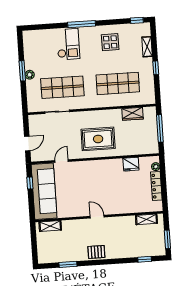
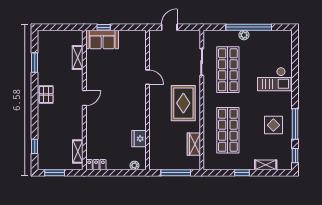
window: (82, 24) -> (295, 124), moved
window: (22, 71) -> (249, 27), width x2.11
rug: (98, 139) -> (183, 103), moved
door: (27, 143) -> (169, 27), swing flipped
door: (62, 161) -> (148, 77), moved
window: (30, 183) -> (104, 27), moved
locker: (156, 186) -> (96, 165), moved, width x0.66
sofa: (44, 191) -> (102, 40), width x0.54, depth x0.79
shelving: (50, 226) -> (78, 58), moved

